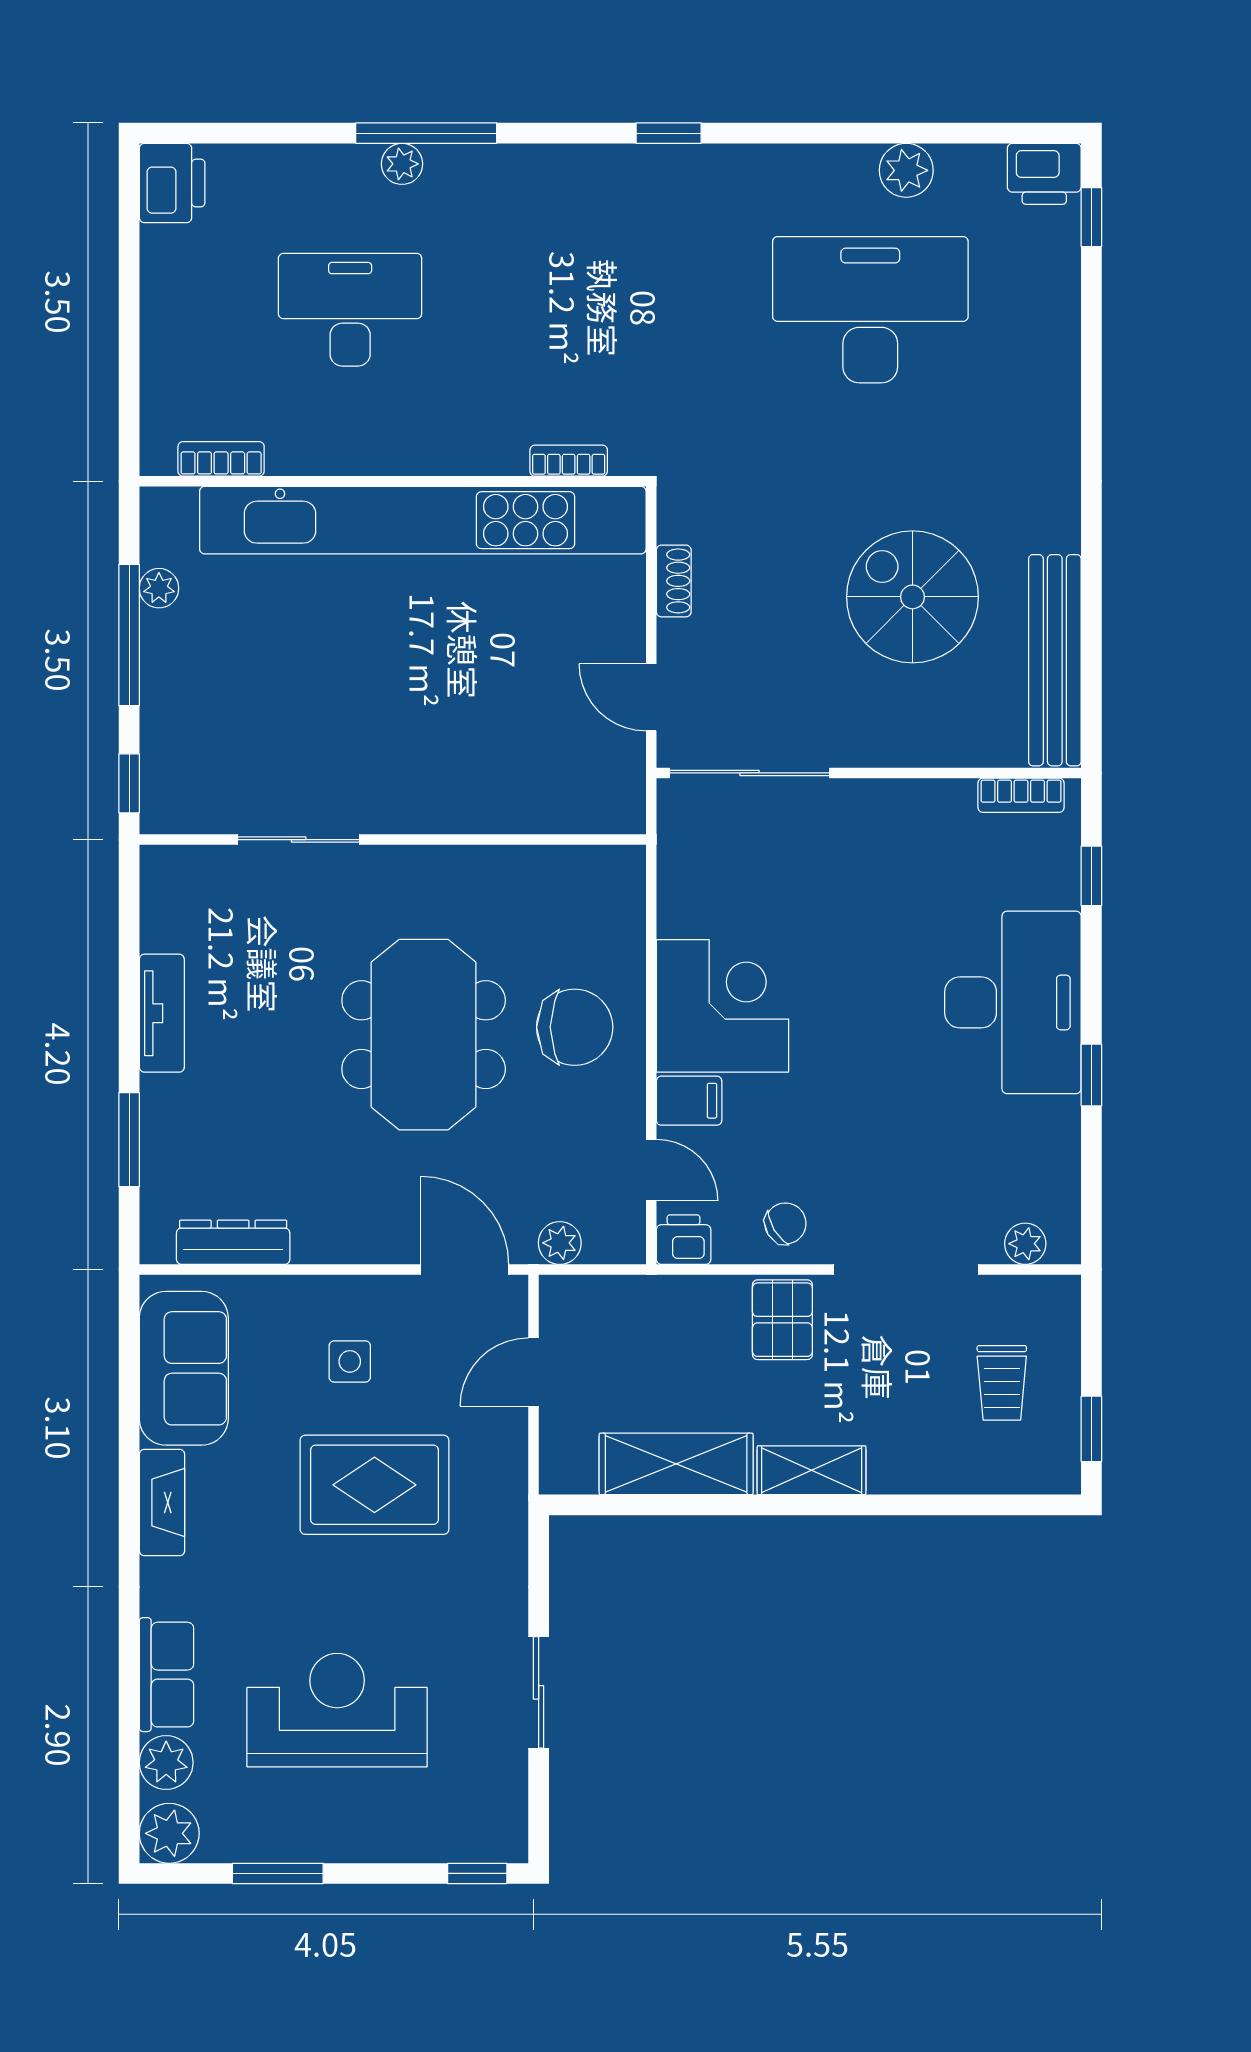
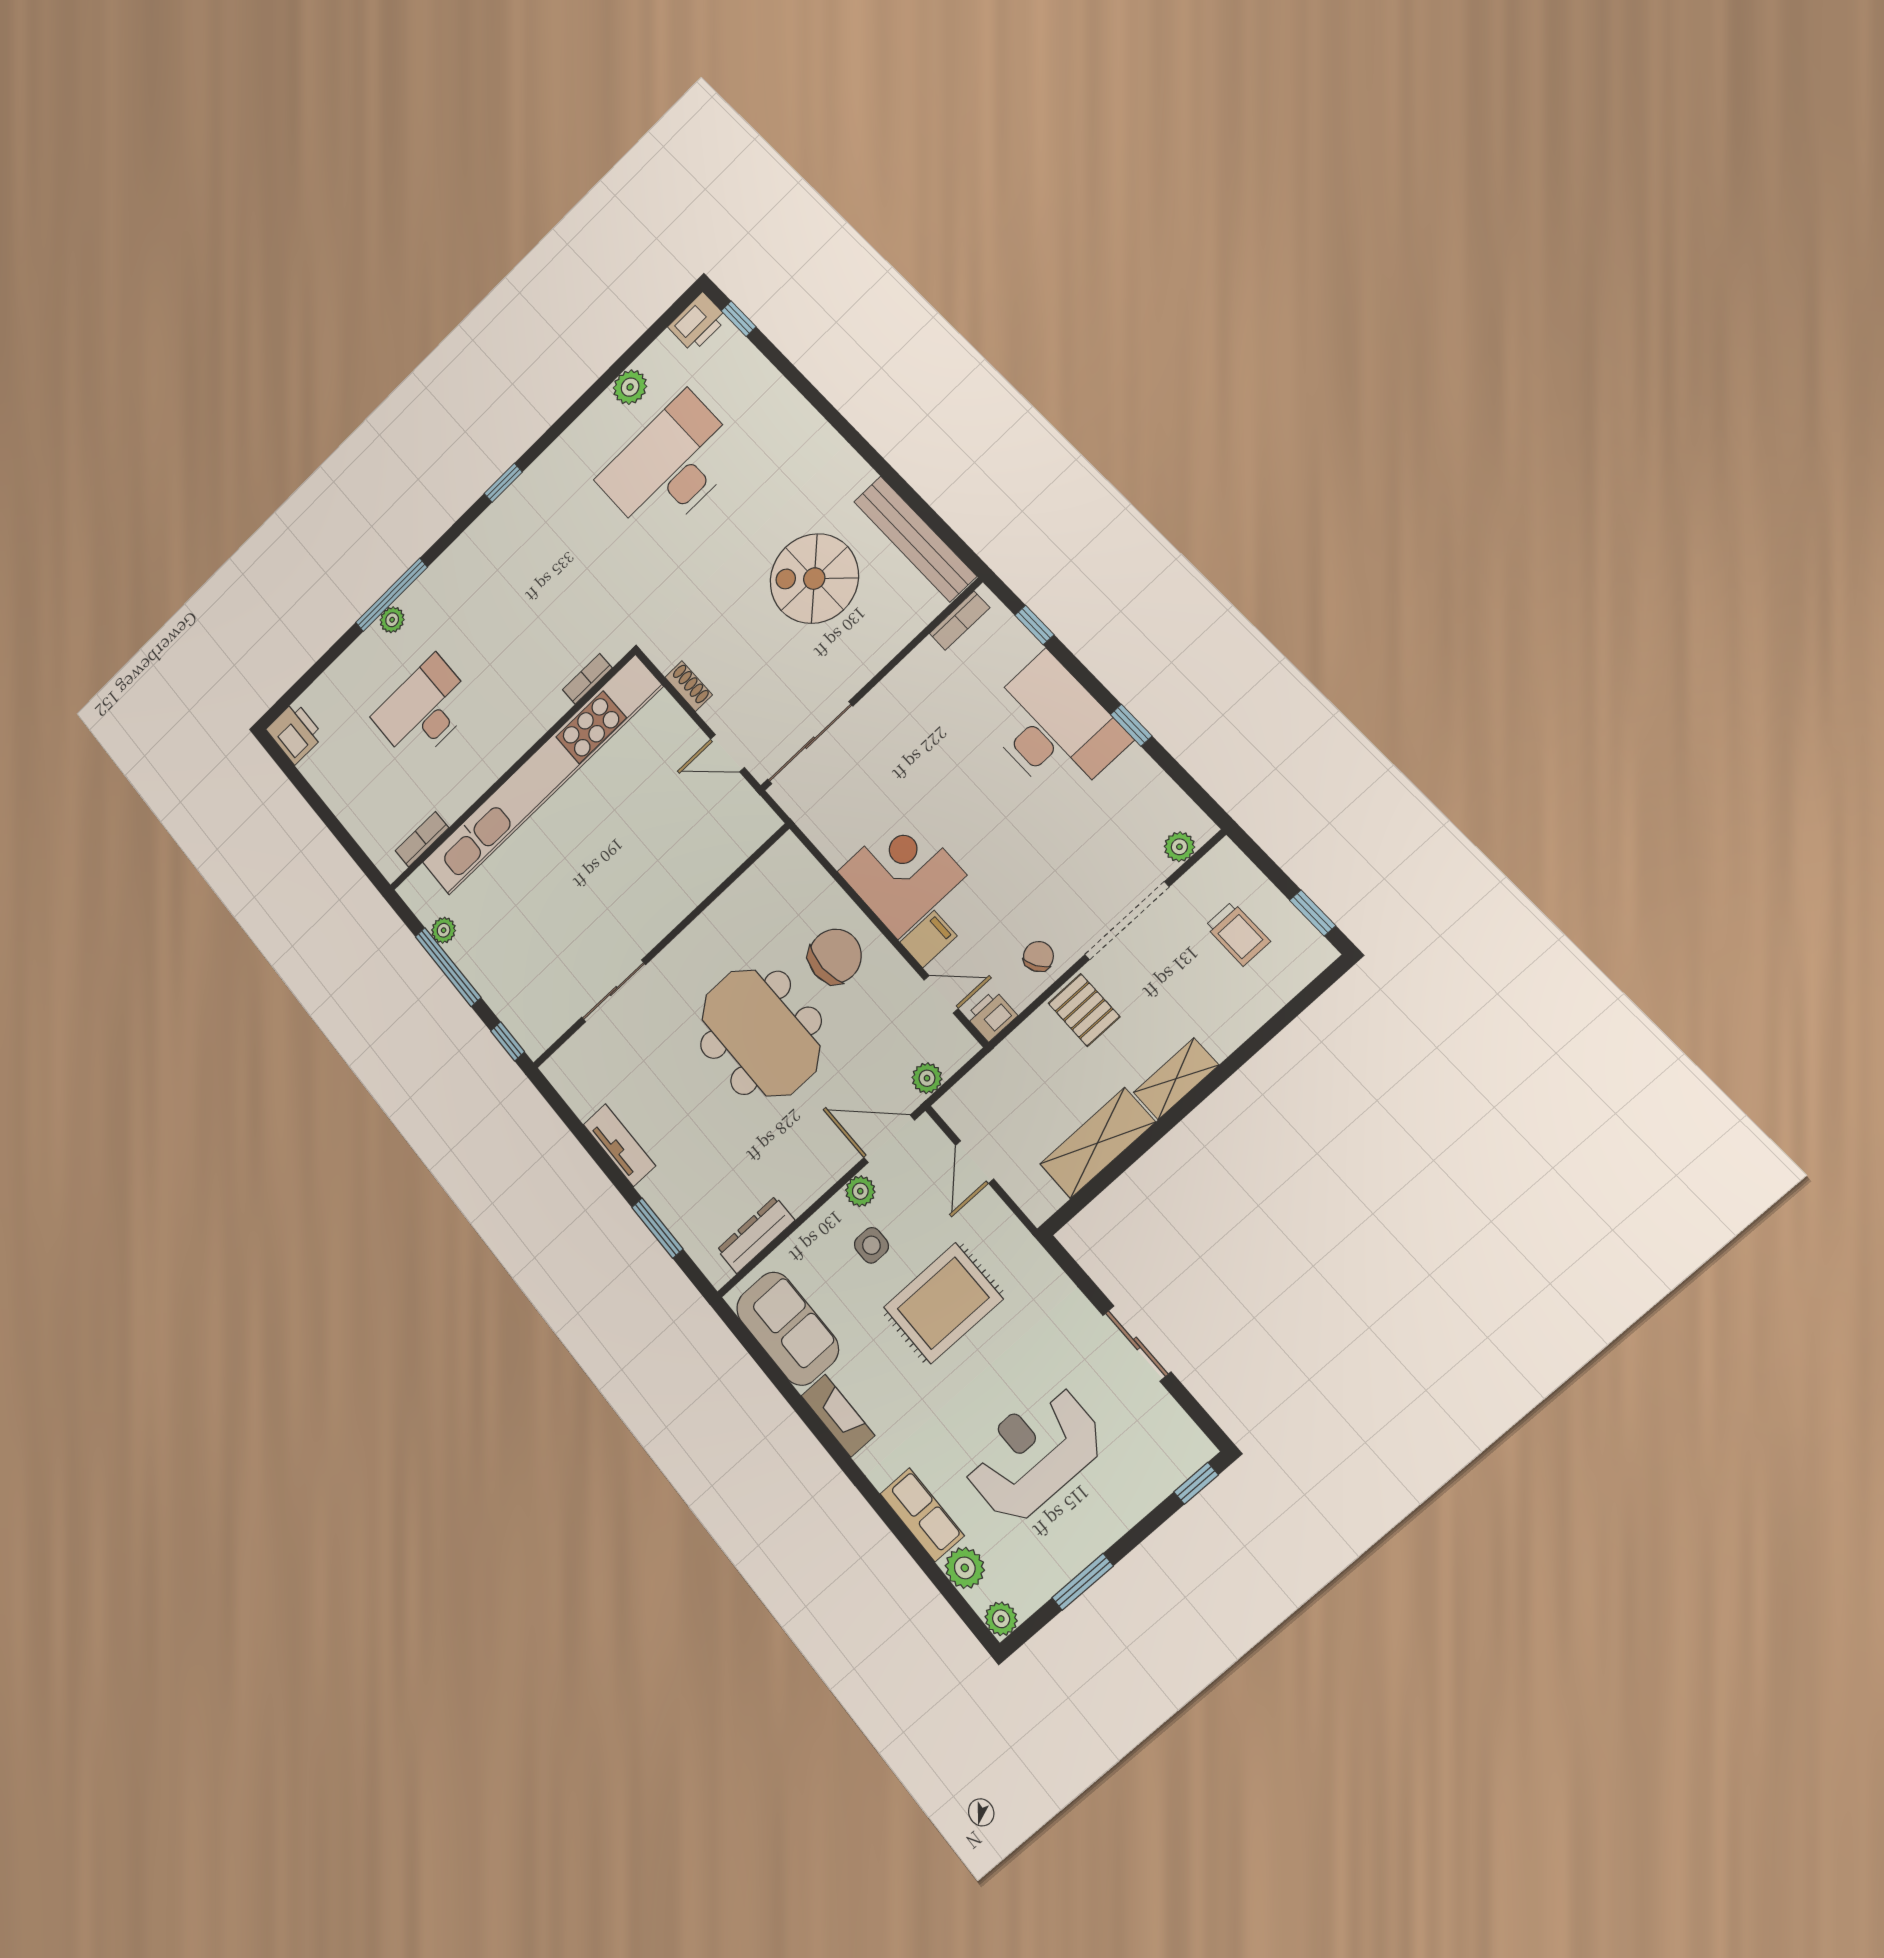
plant: (386, 1296) -> (860, 1191), added
plant: (169, 1833) -> (1001, 1619), width x0.73, depth x0.73

